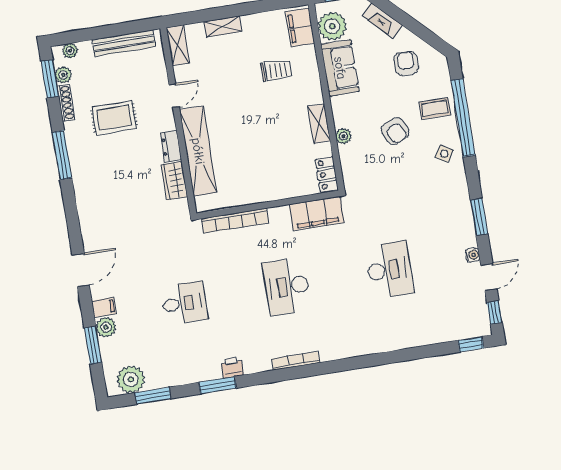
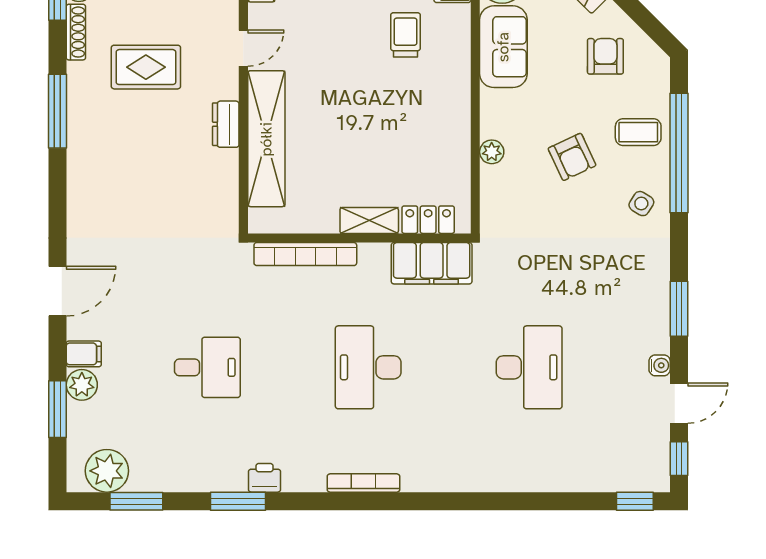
trolley: (276, 70) -> (406, 35), turned -90
shelving: (319, 124) -> (369, 220), moved, turned 90
locker: (327, 174) -> (428, 220), moved, turned 90
wardrobe: (174, 181) -> (222, 178), removed

